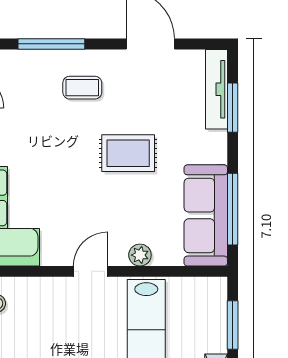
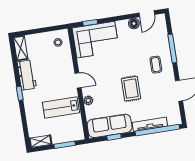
tv unit: (216, 89) -> (150, 124), moved
window: (233, 108) -> (157, 130), width x2.11
window: (233, 209) -> (114, 137), width x0.46

